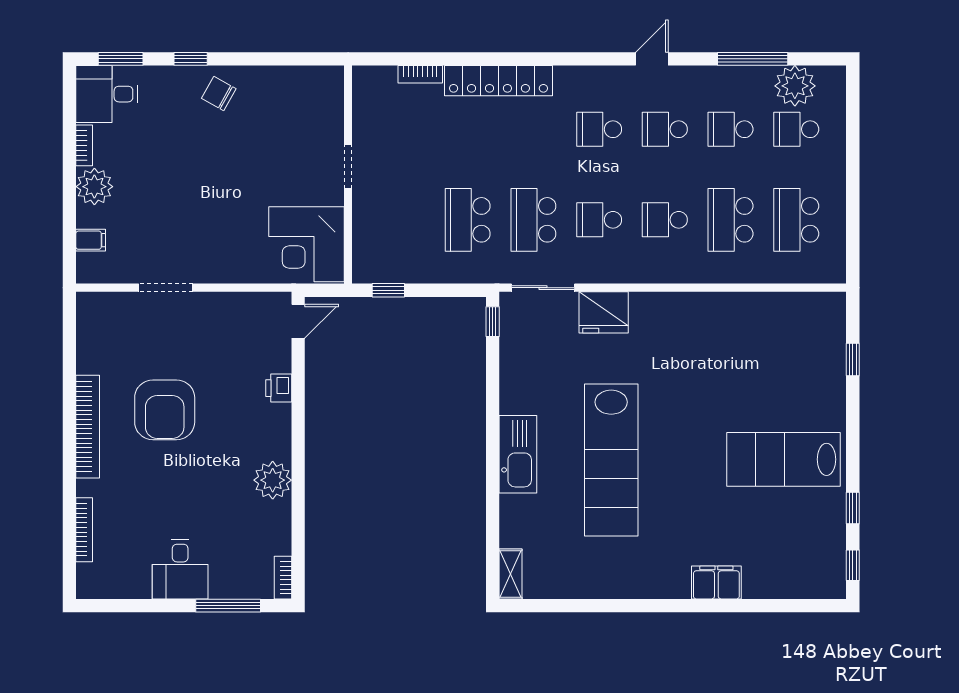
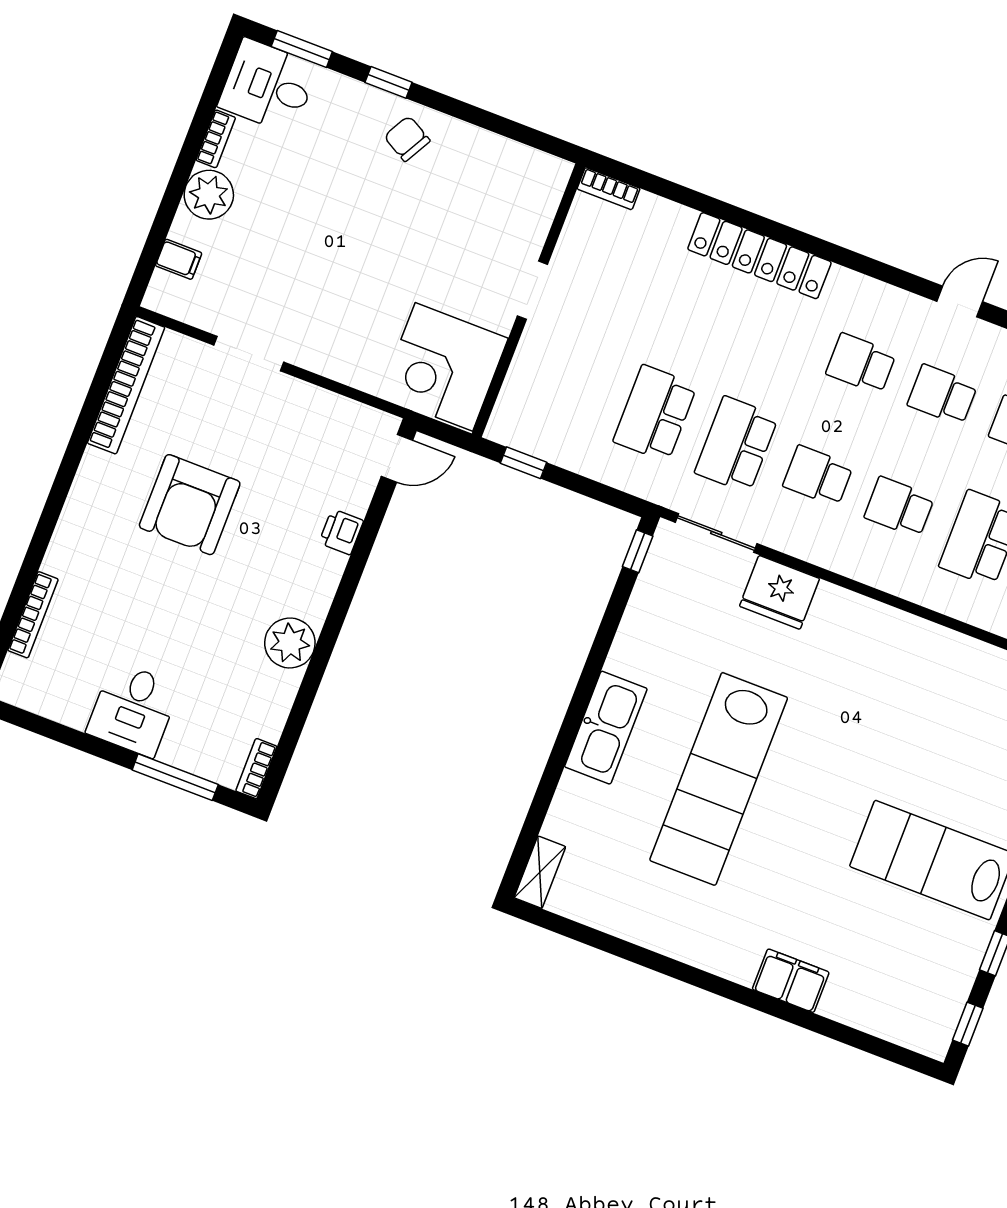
bookcase: (420, 74) -> (609, 189), moved
bookcase: (88, 427) -> (126, 385), moved

